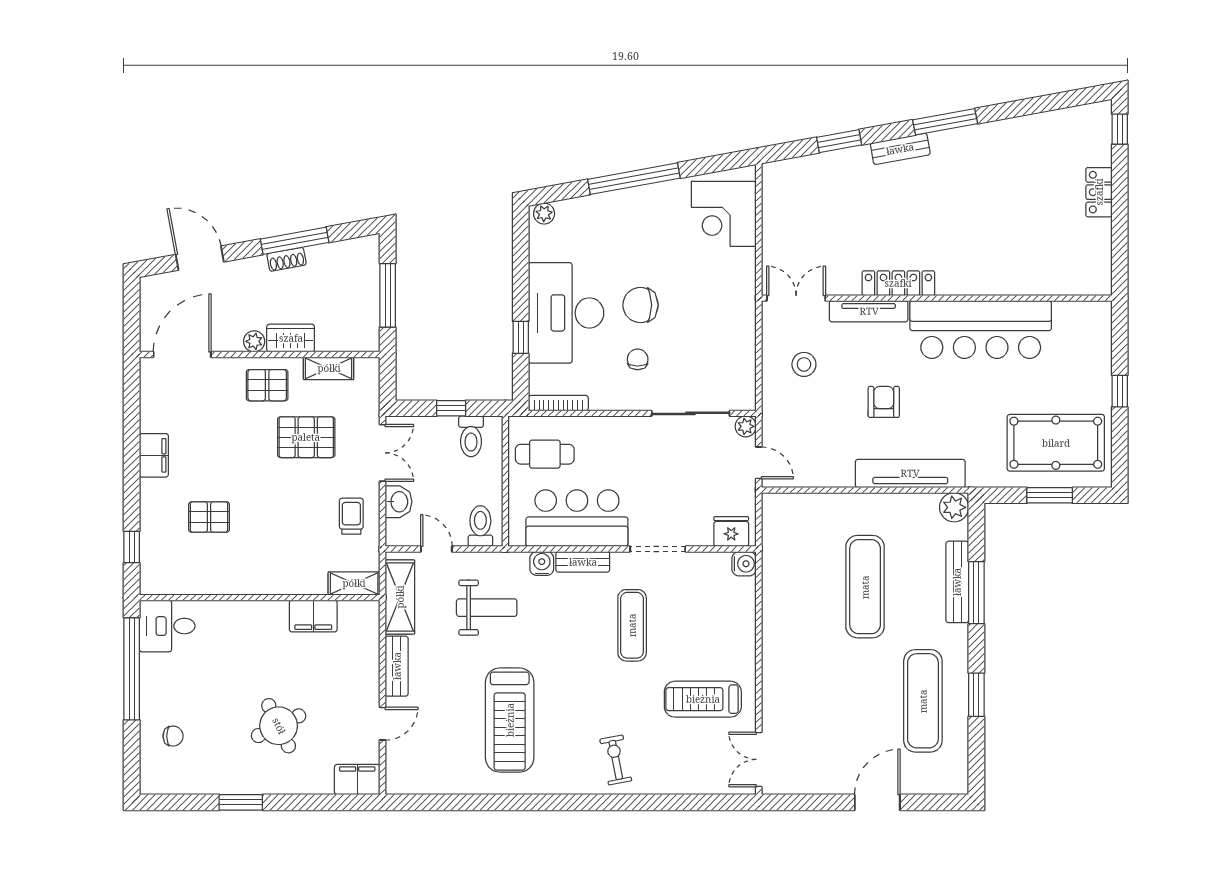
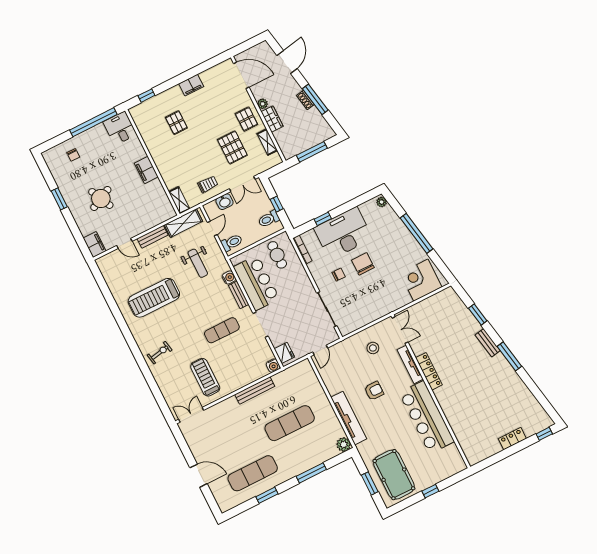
plant: (746, 426) -> (333, 336), removed
bench: (957, 582) -> (255, 390), moved
filing cabinet: (313, 616) -> (146, 170), moved

